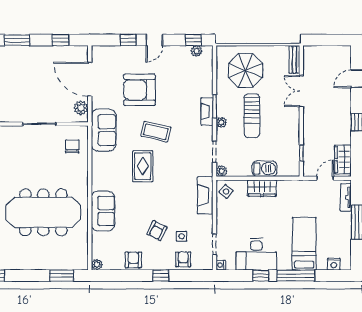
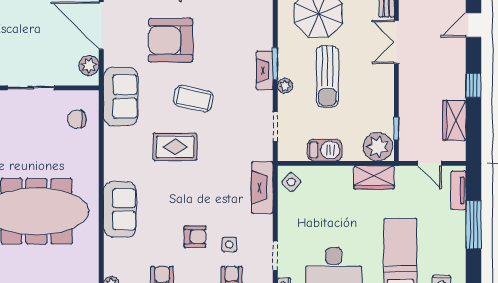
chair: (72, 146) -> (77, 119), turned -90
wardrobe: (343, 160) -> (454, 120), moved
rug: (143, 166) -> (175, 147), turned 90
barbecue: (265, 169) -> (325, 150), moved
plant: (222, 171) -> (378, 147), moved, width x1.87, depth x1.87
door: (325, 178) -> (429, 163), swing flipped
wardrobe: (262, 188) -> (374, 177), moved
armchair: (157, 231) -> (195, 237), turned -116

